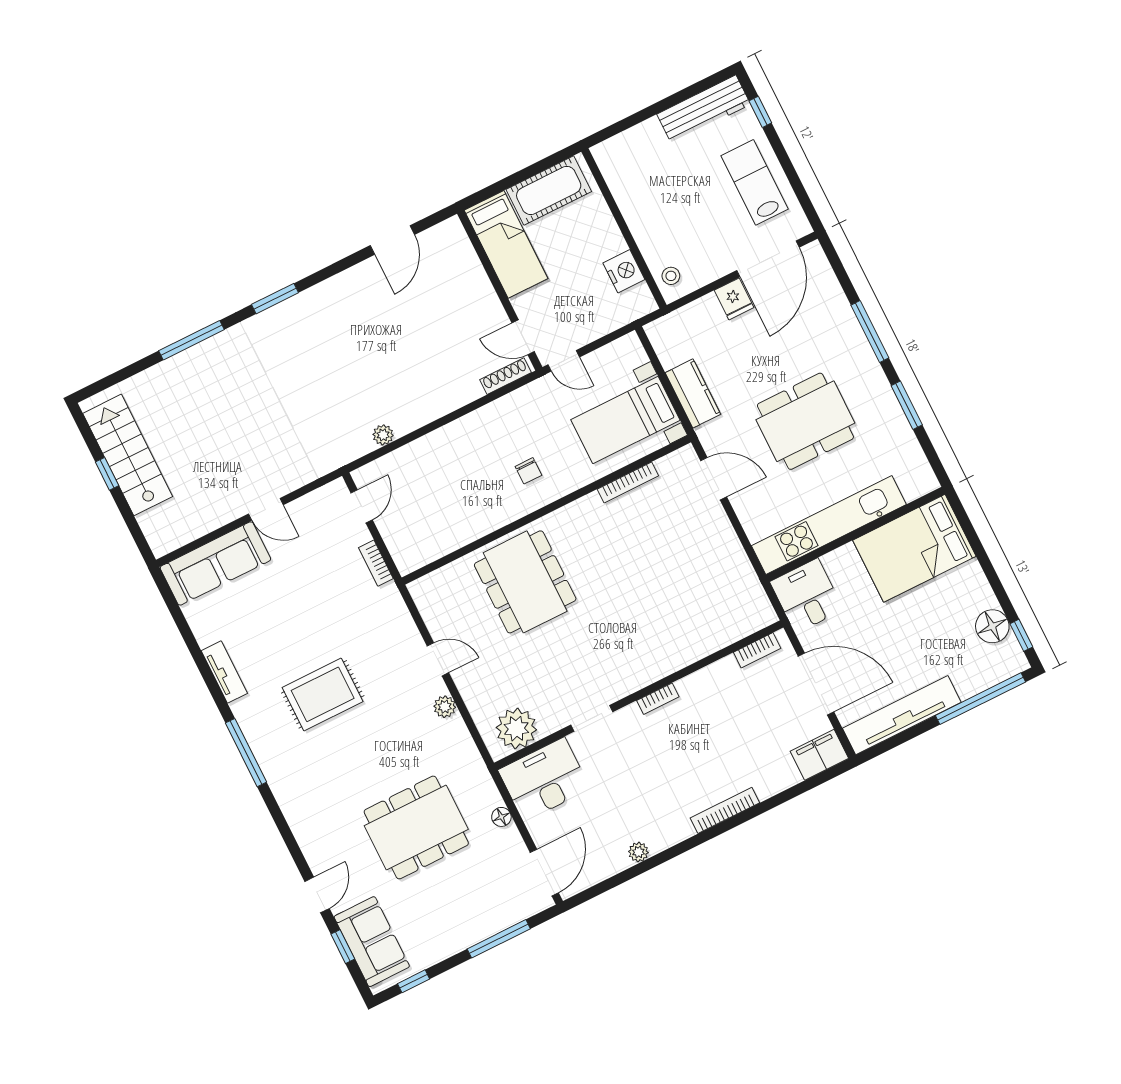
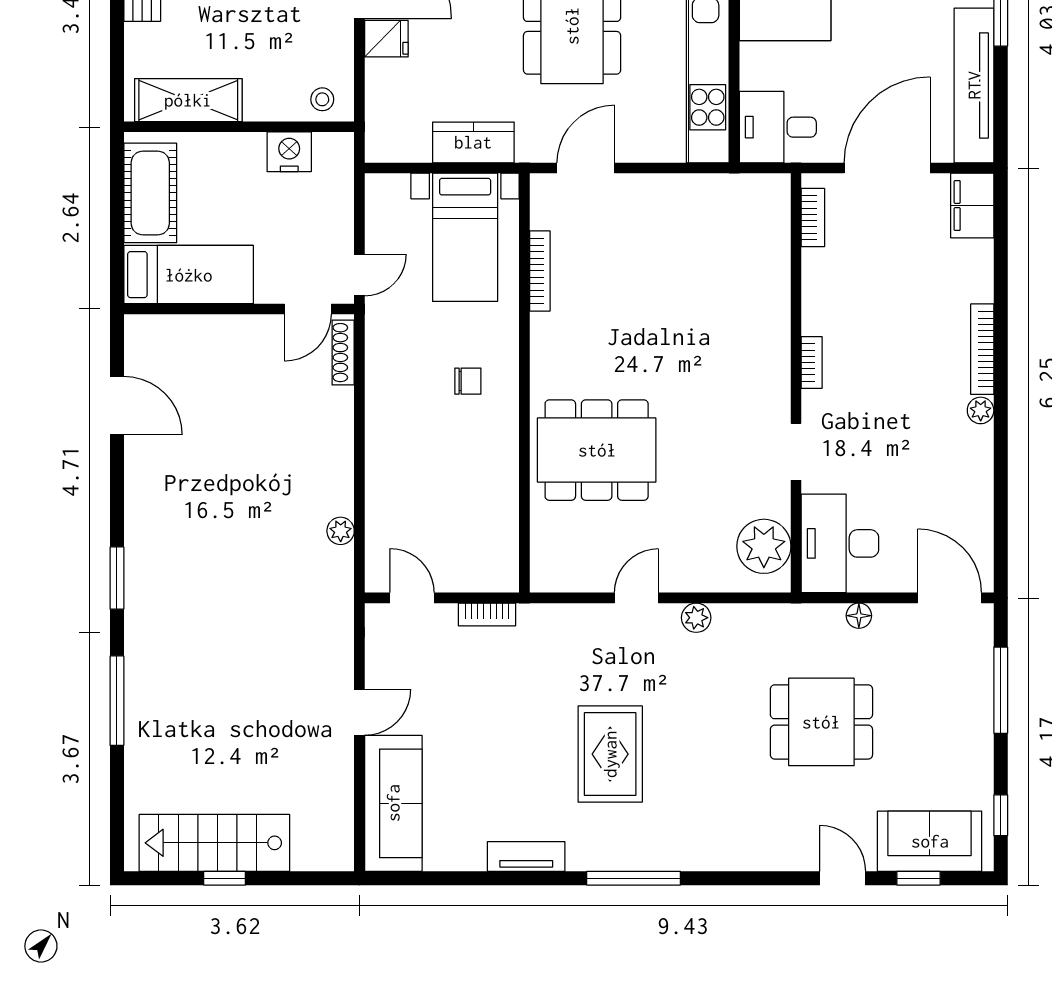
shelving: (625, 185) -> (188, 100), added
dining table: (416, 827) -> (821, 722), width x0.73
plant: (638, 852) -> (981, 410), moved

